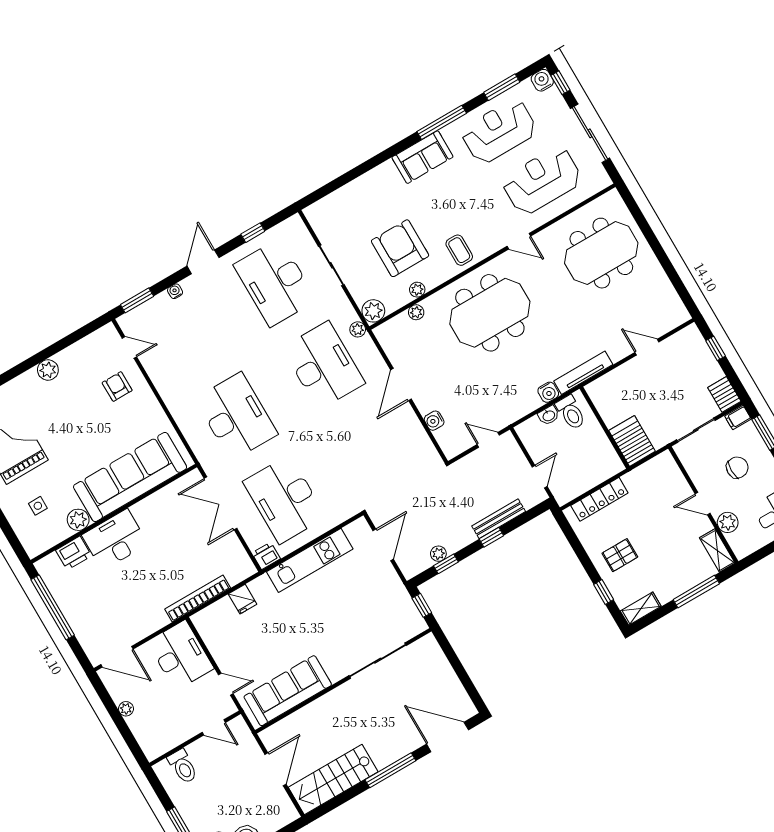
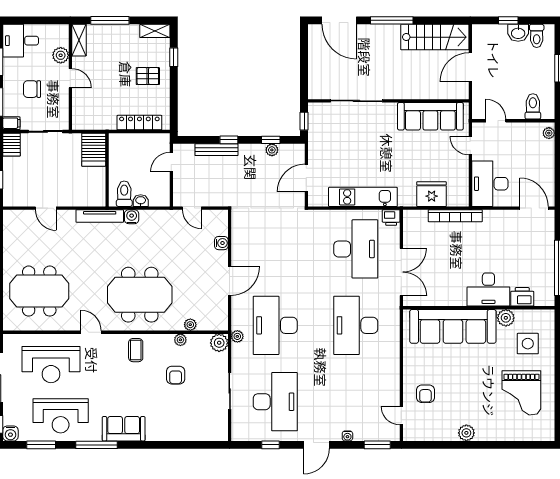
armchair: (400, 248) -> (176, 375), width x0.53, depth x0.53
side table: (38, 506) -> (528, 344), width x1.87, depth x1.87
fridge: (243, 599) -> (432, 194), width x1.88, depth x1.34
plant: (126, 709) -> (549, 133), moved

